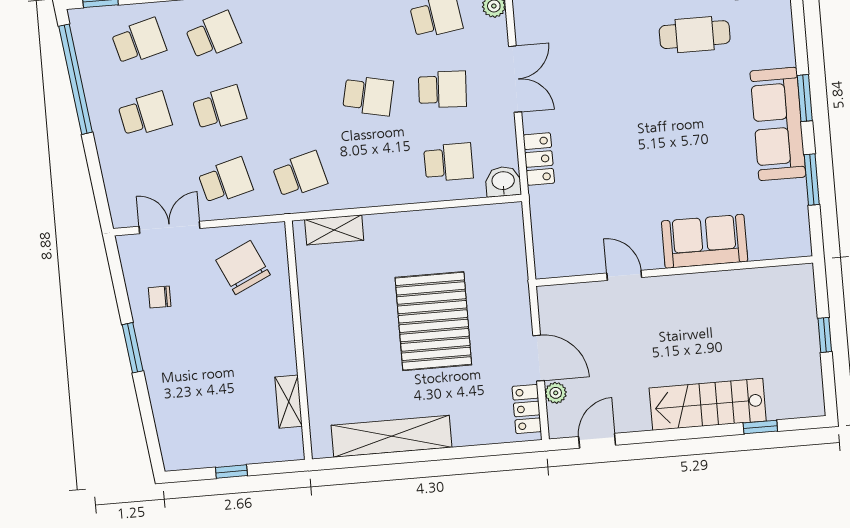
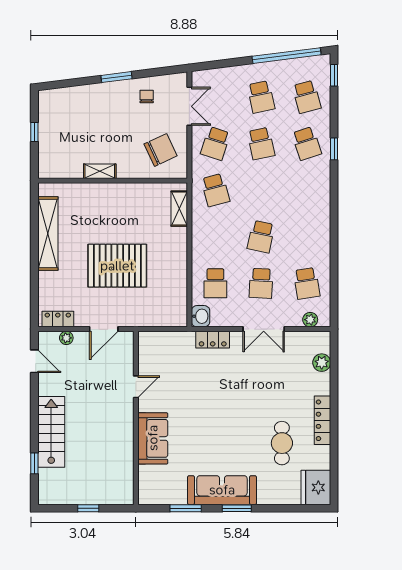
school desk: (225, 181) -> (215, 143), turned 33
door: (539, 358) -> (104, 329), moved
shelving: (289, 402) -> (100, 171), moved

